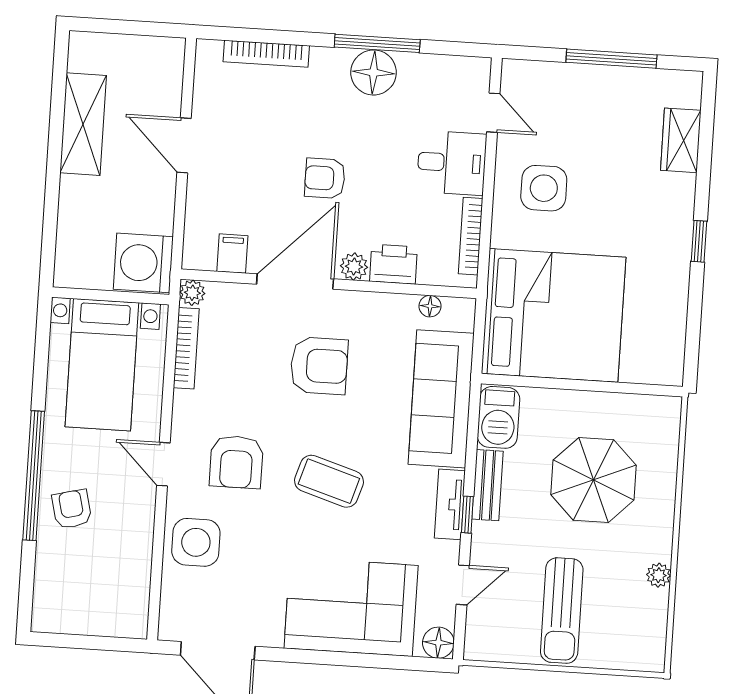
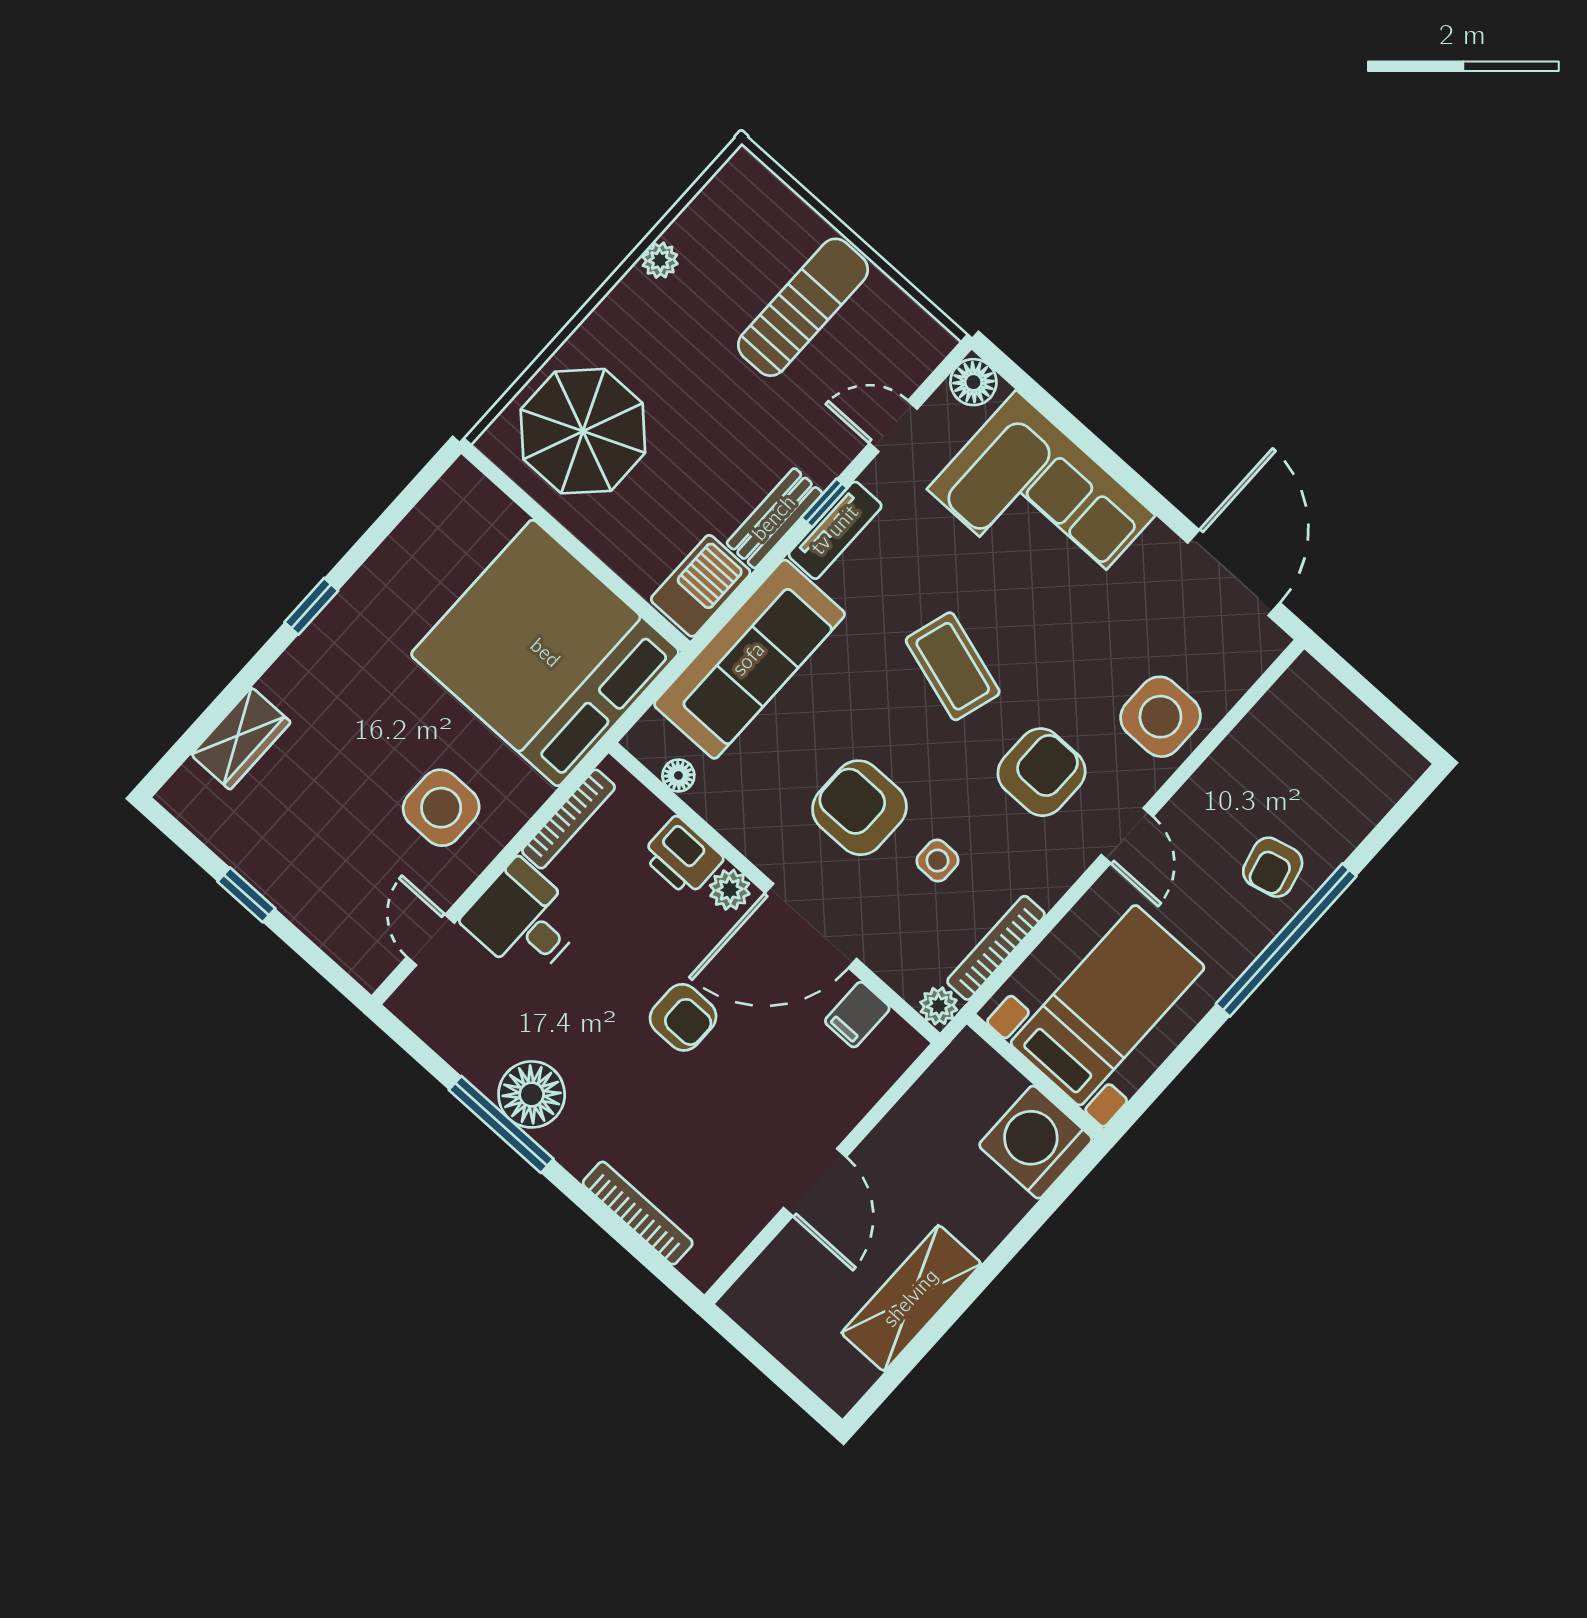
window: (611, 59) -> (246, 895), width x0.46
washing machine: (143, 263) -> (1036, 1142), moved, turned 180
side table: (255, 370) -> (937, 861), added
parasol: (594, 480) -> (583, 431), moved

